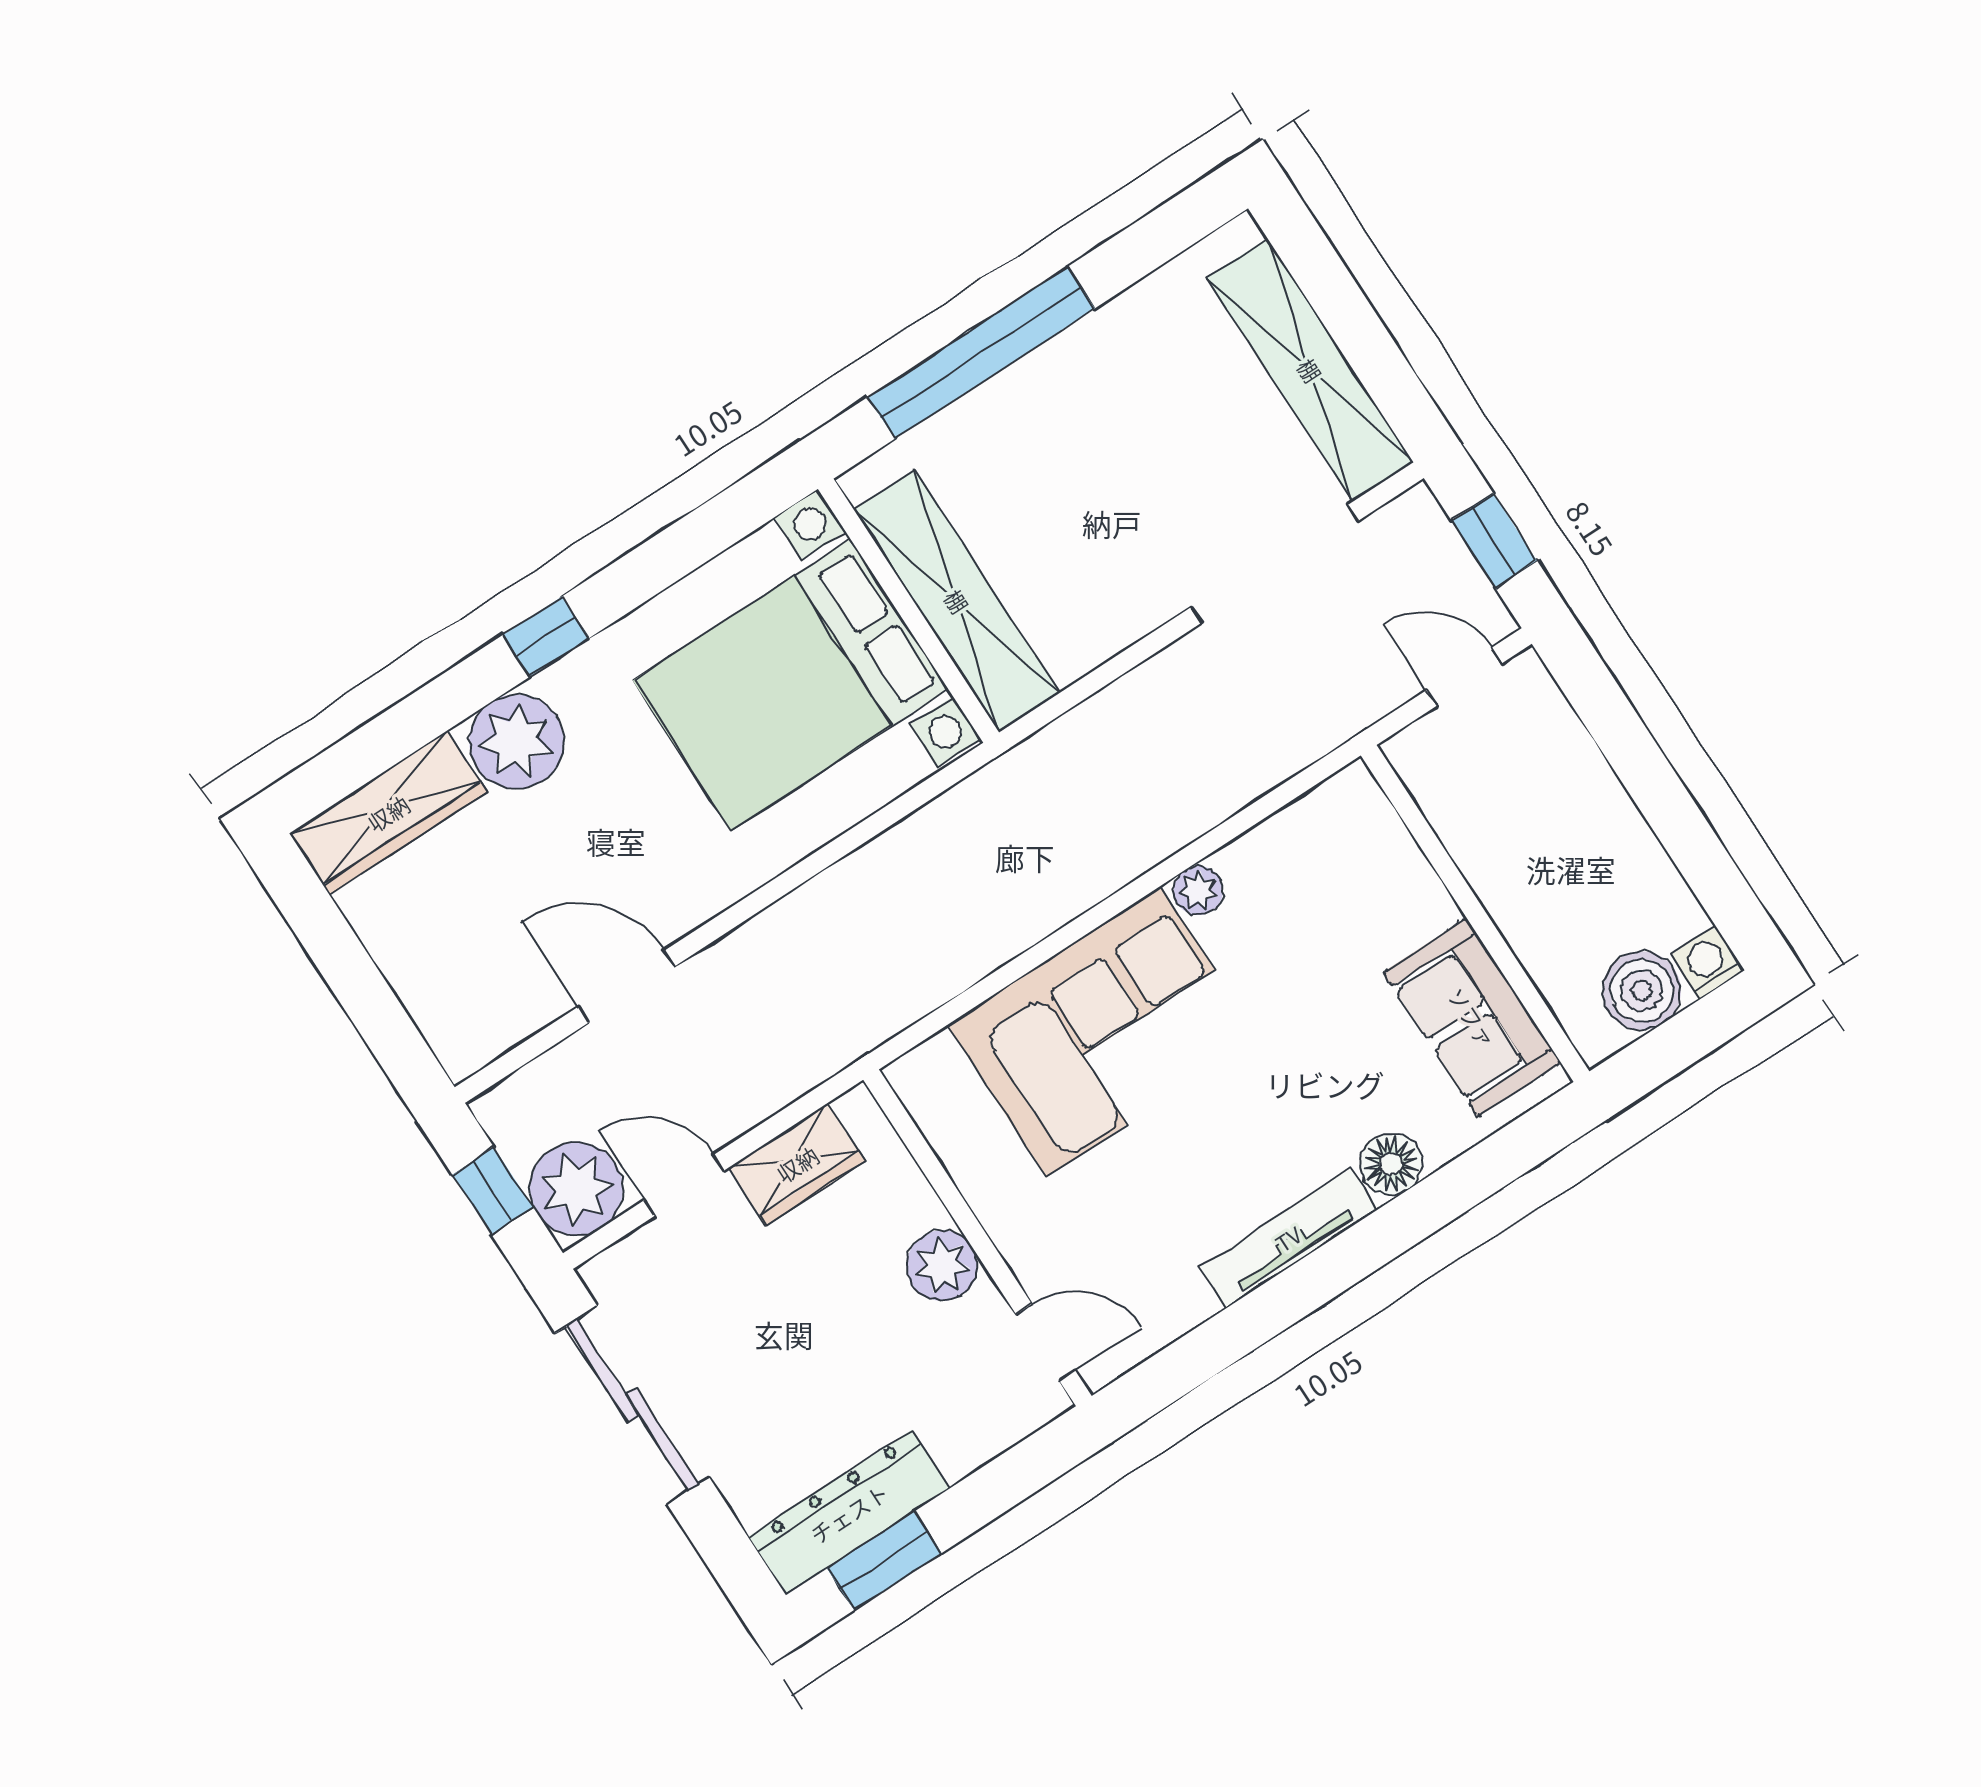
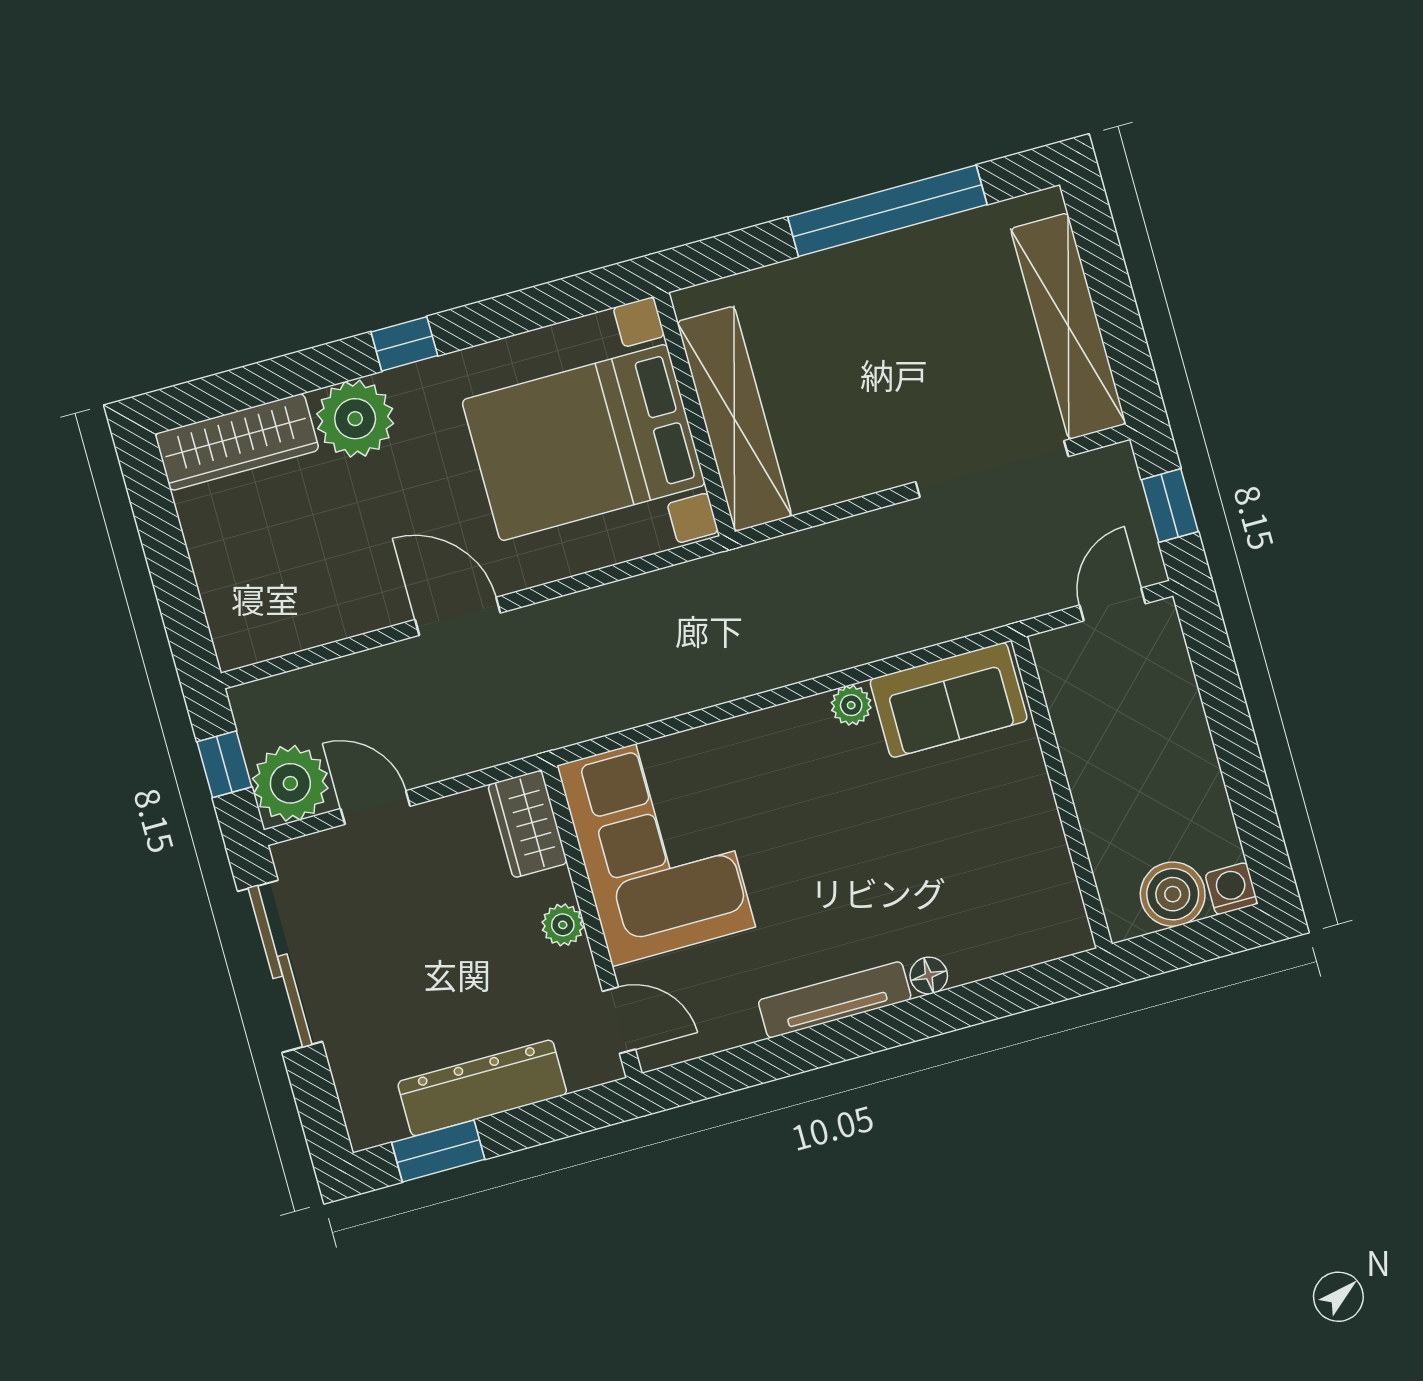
window: (981, 353) -> (887, 211), moved
door: (1464, 677) -> (1112, 604), hinge flipped
door: (626, 987) -> (458, 616), moved
sofa: (1472, 1017) -> (949, 700), moved, turned -90
corner sofa: (1103, 1032) -> (656, 846), moved, turned -90
wardrobe: (797, 1164) -> (528, 824), moved, turned 90
floor lamp: (1391, 1164) -> (929, 976), width x0.73, depth x0.73
plant: (942, 1266) -> (563, 925), width x0.73, depth x0.73
dresser: (849, 1513) -> (482, 1088), moved

